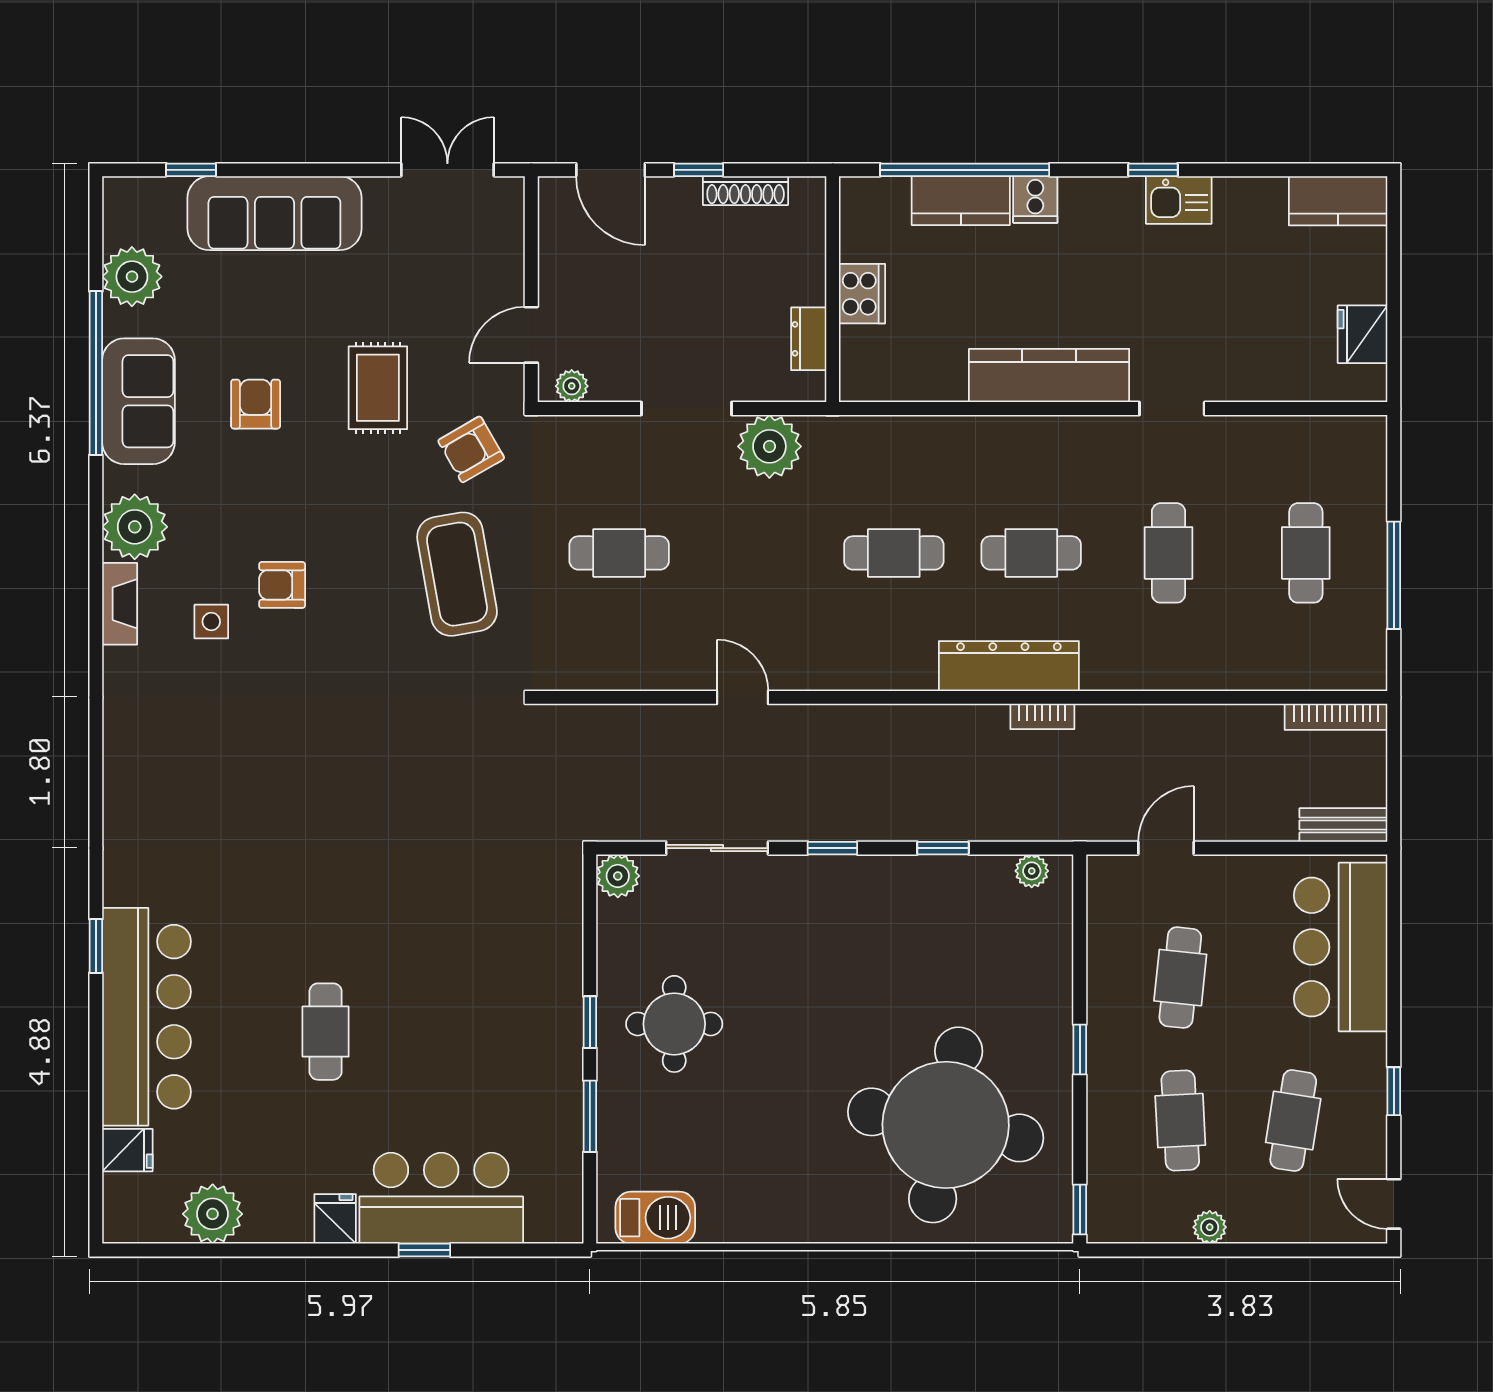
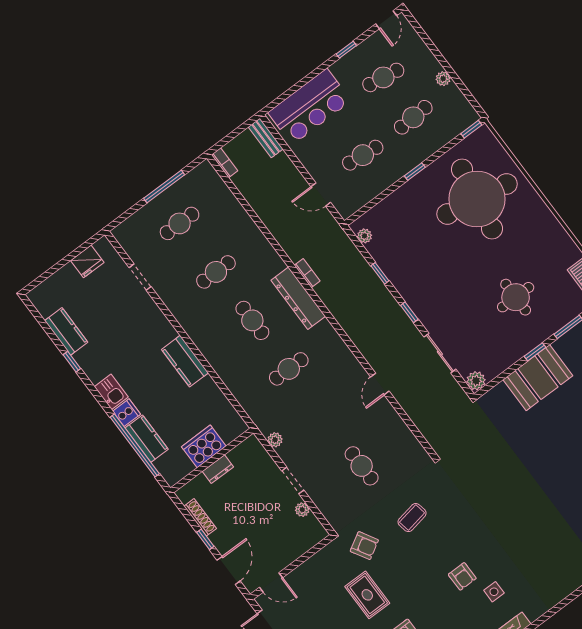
window: (1153, 170) -> (72, 362), moved
kitchen sink: (1179, 200) -> (111, 392), moved
kitchen counter: (1338, 201) -> (66, 331), moved
cooker: (862, 294) -> (204, 446), width x1.37, depth x1.31
door: (531, 335) -> (271, 582), moved
dresser: (809, 339) -> (218, 469), moved
kitchen counter: (1049, 375) -> (185, 361), width x0.67
plant: (572, 386) -> (302, 510), moved
rug: (378, 388) -> (367, 595), turned 90
doorway: (687, 408) -> (293, 480), width x0.73
doorway: (1172, 408) -> (140, 277), moved
plant: (769, 446) -> (275, 440), width x0.53, depth x0.53
cafe table: (894, 553) -> (289, 369), turned 90
coffee table: (457, 574) -> (412, 518), width x0.54, depth x0.58
bookcase: (1336, 717) -> (225, 163), width x0.64
booth: (539, 992) -> (538, 378), added
round table: (674, 1024) -> (516, 297), moved

